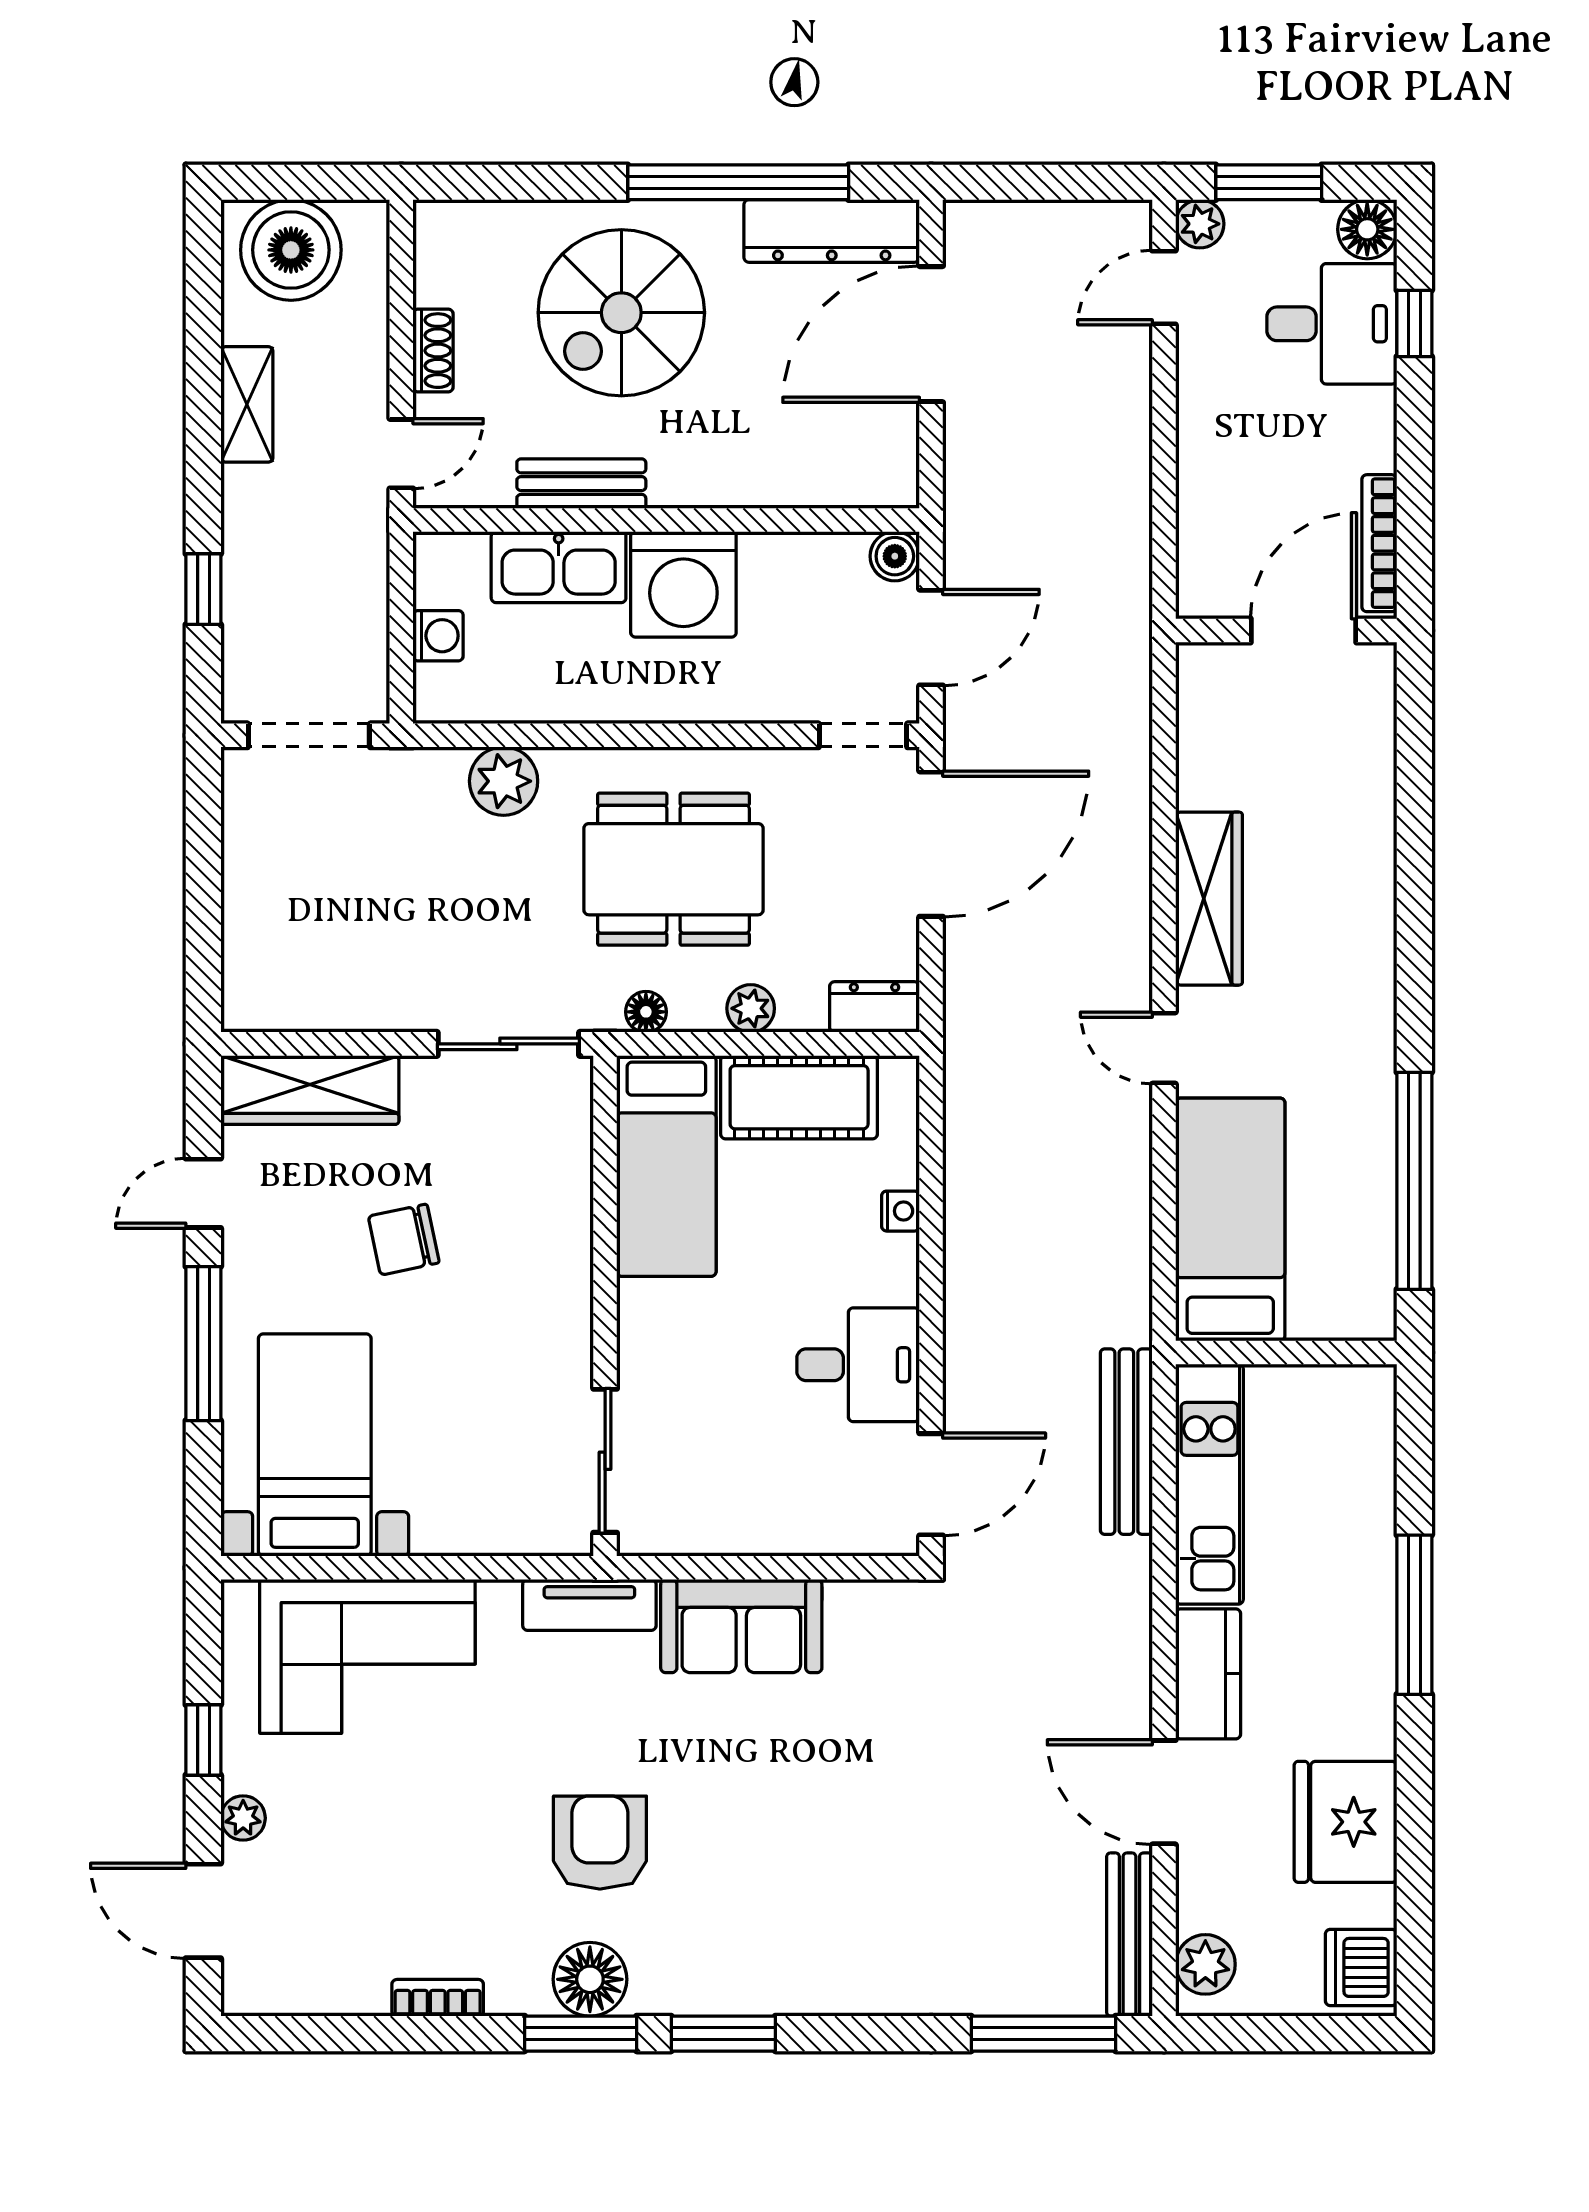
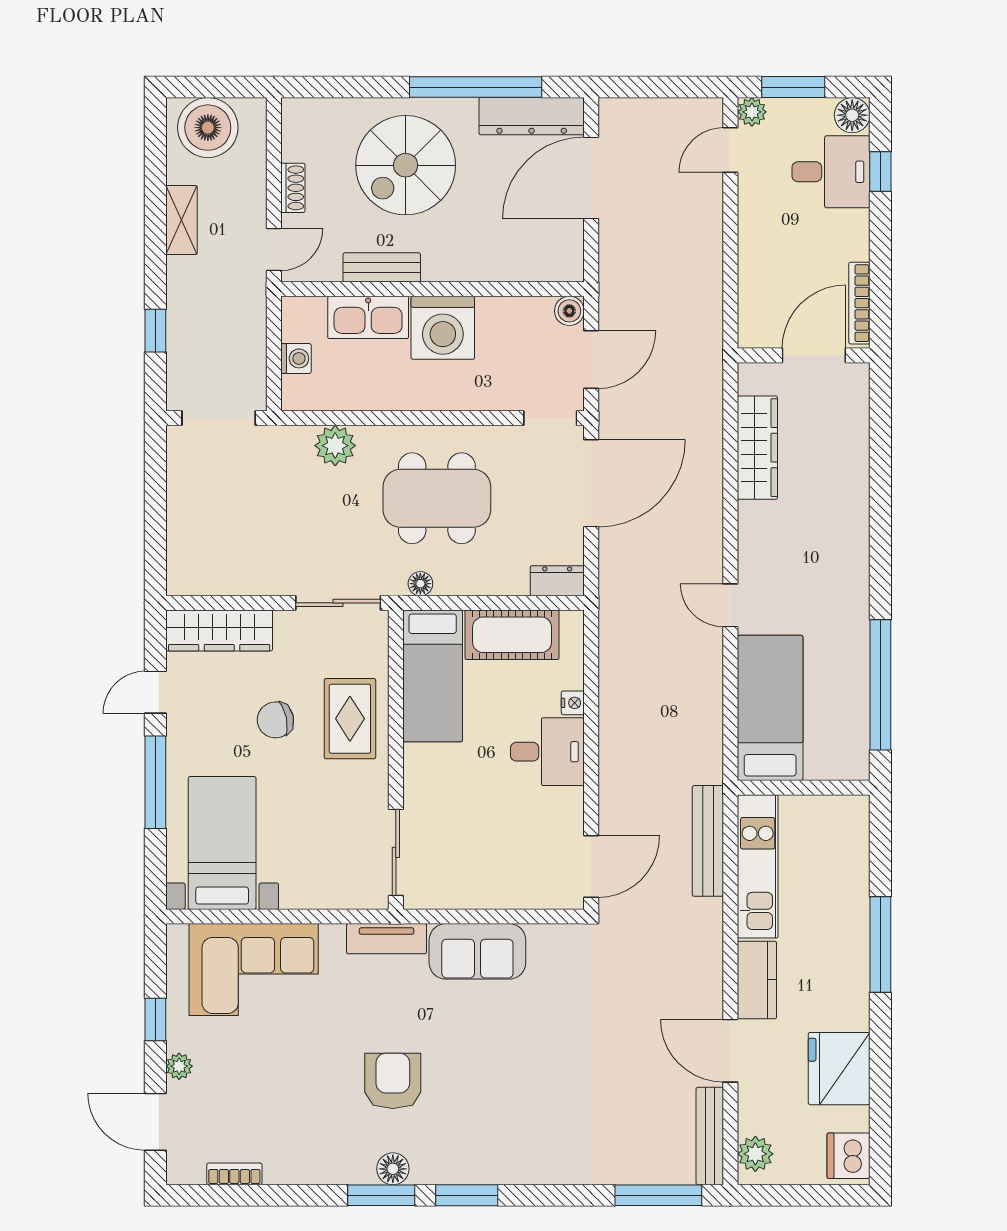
wardrobe: (1209, 899) -> (757, 448), moved
plant: (751, 1008) -> (483, 582), removed
rug: (528, 1237) -> (350, 719), added
desk: (858, 1365) -> (547, 752), moved
floor lamp: (590, 1979) -> (393, 1169), width x0.73, depth x0.73
bookcase: (438, 1998) -> (234, 1174), moved

